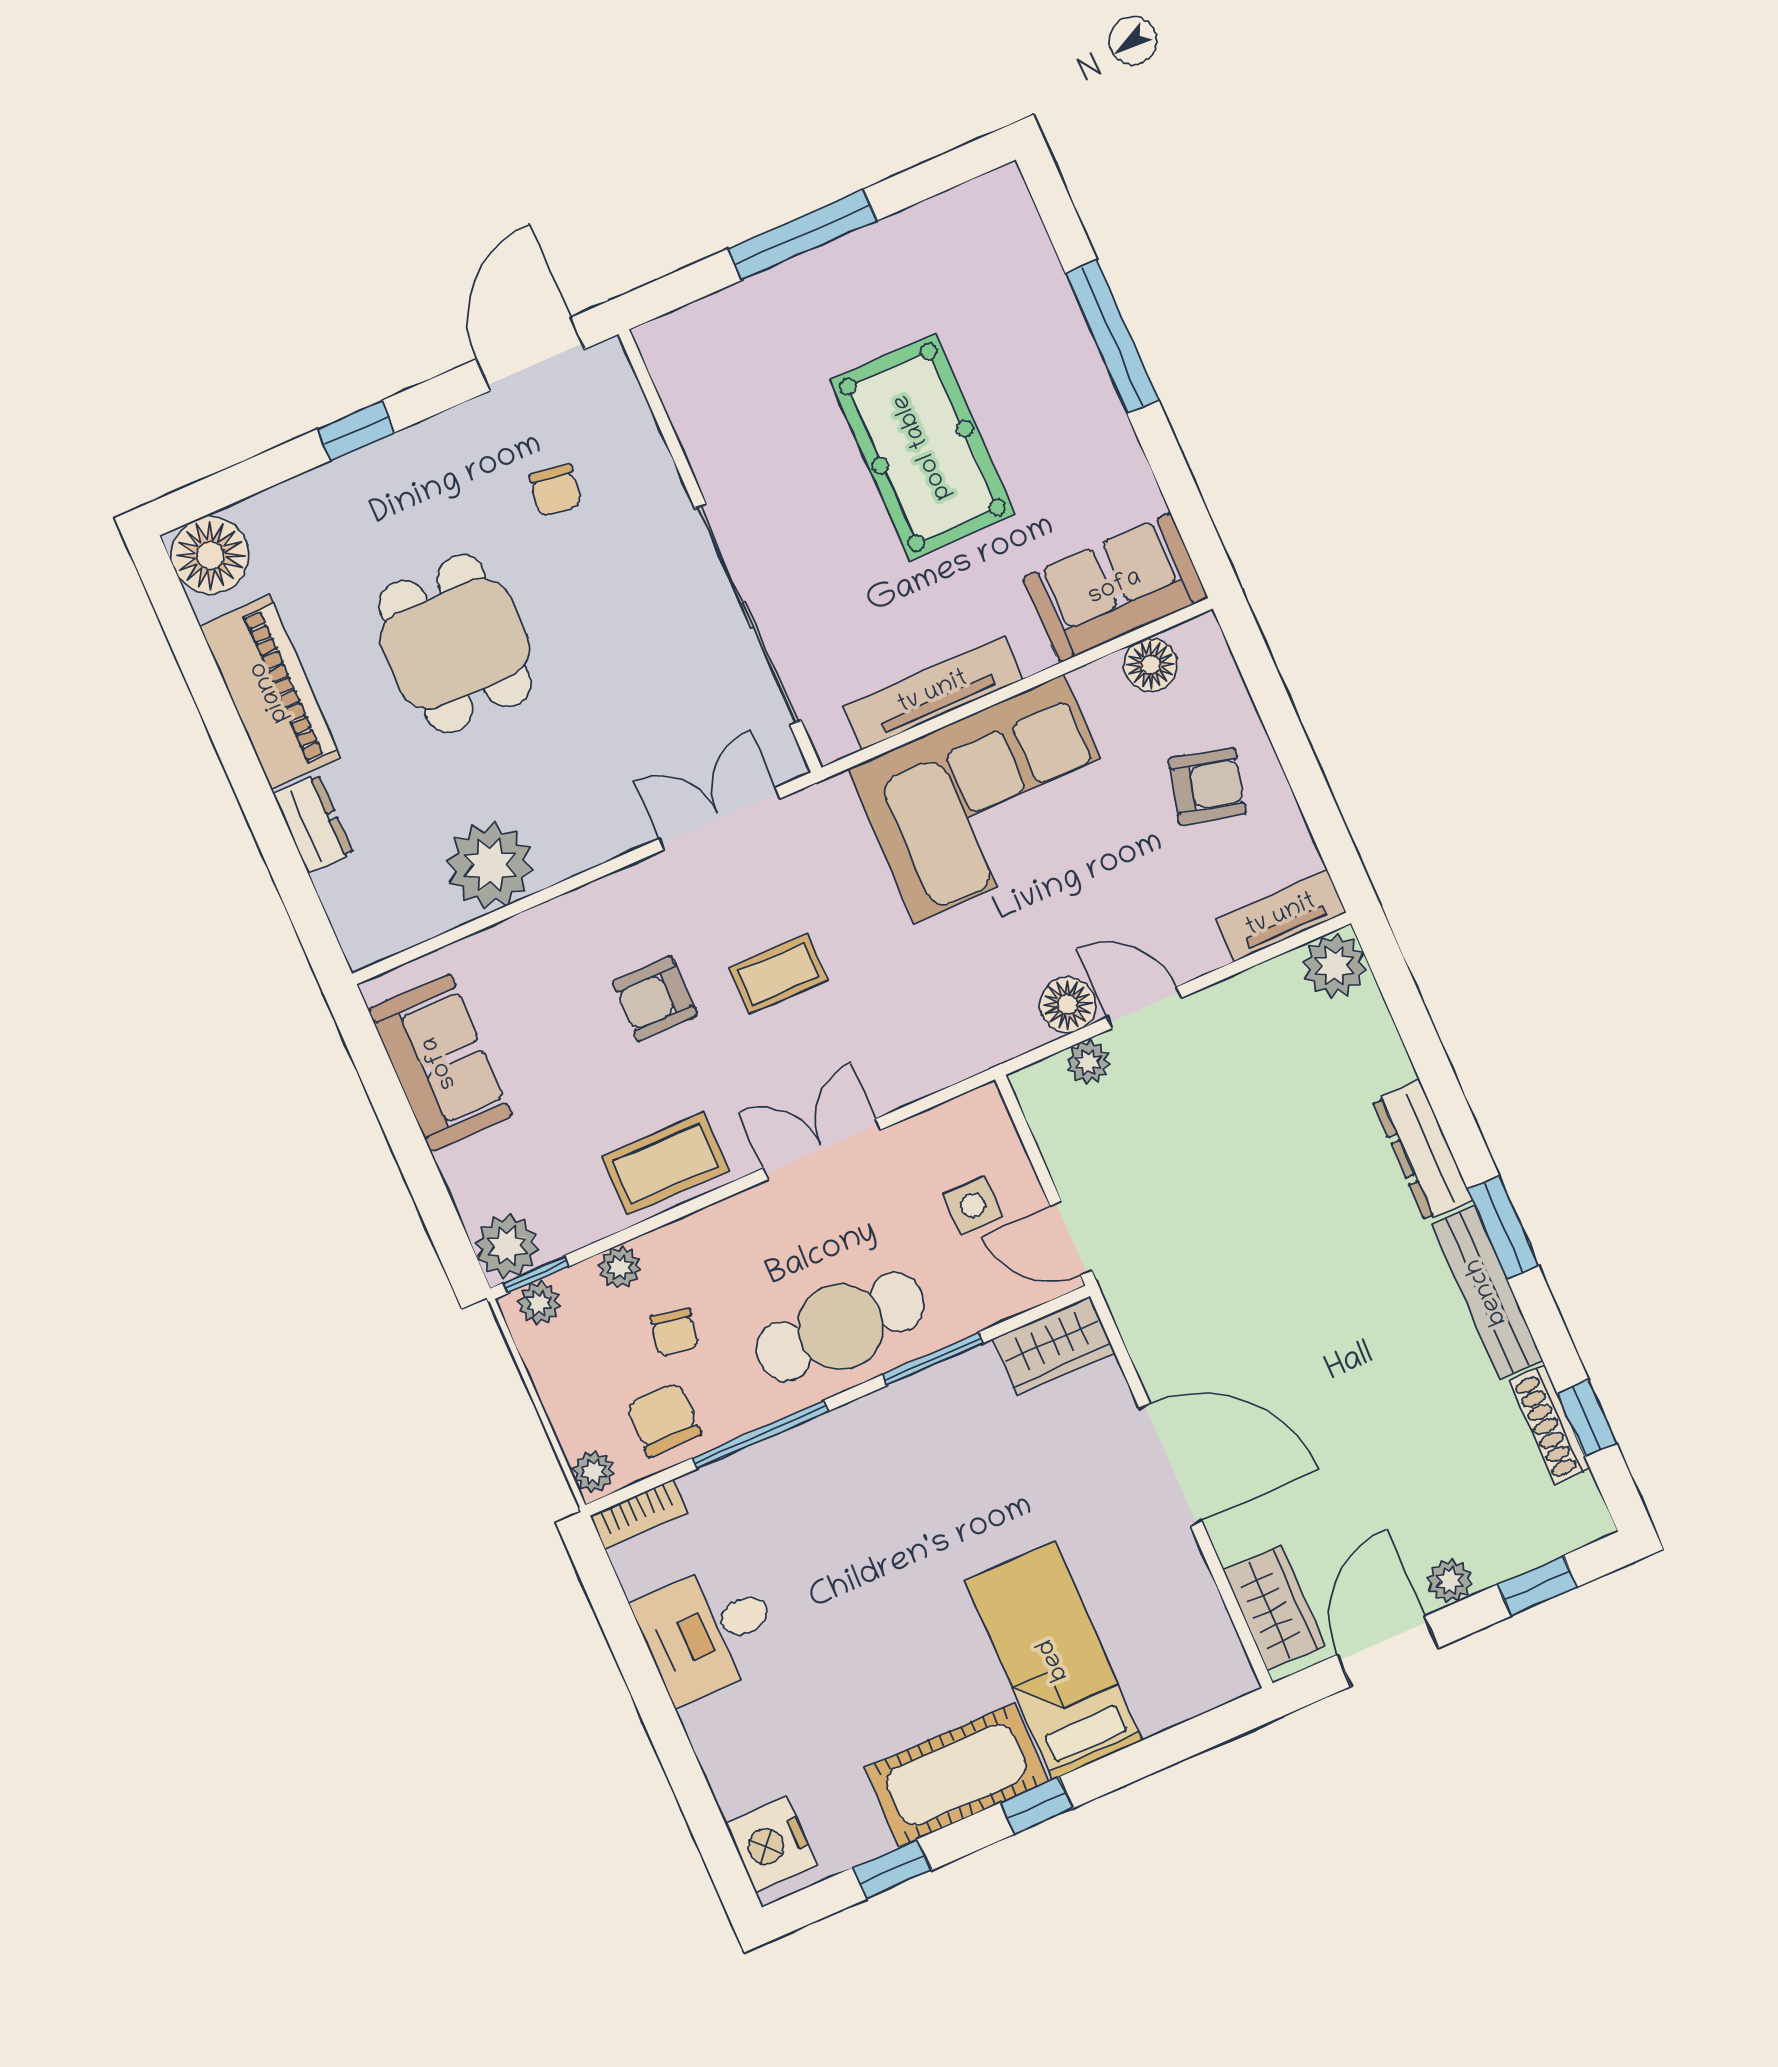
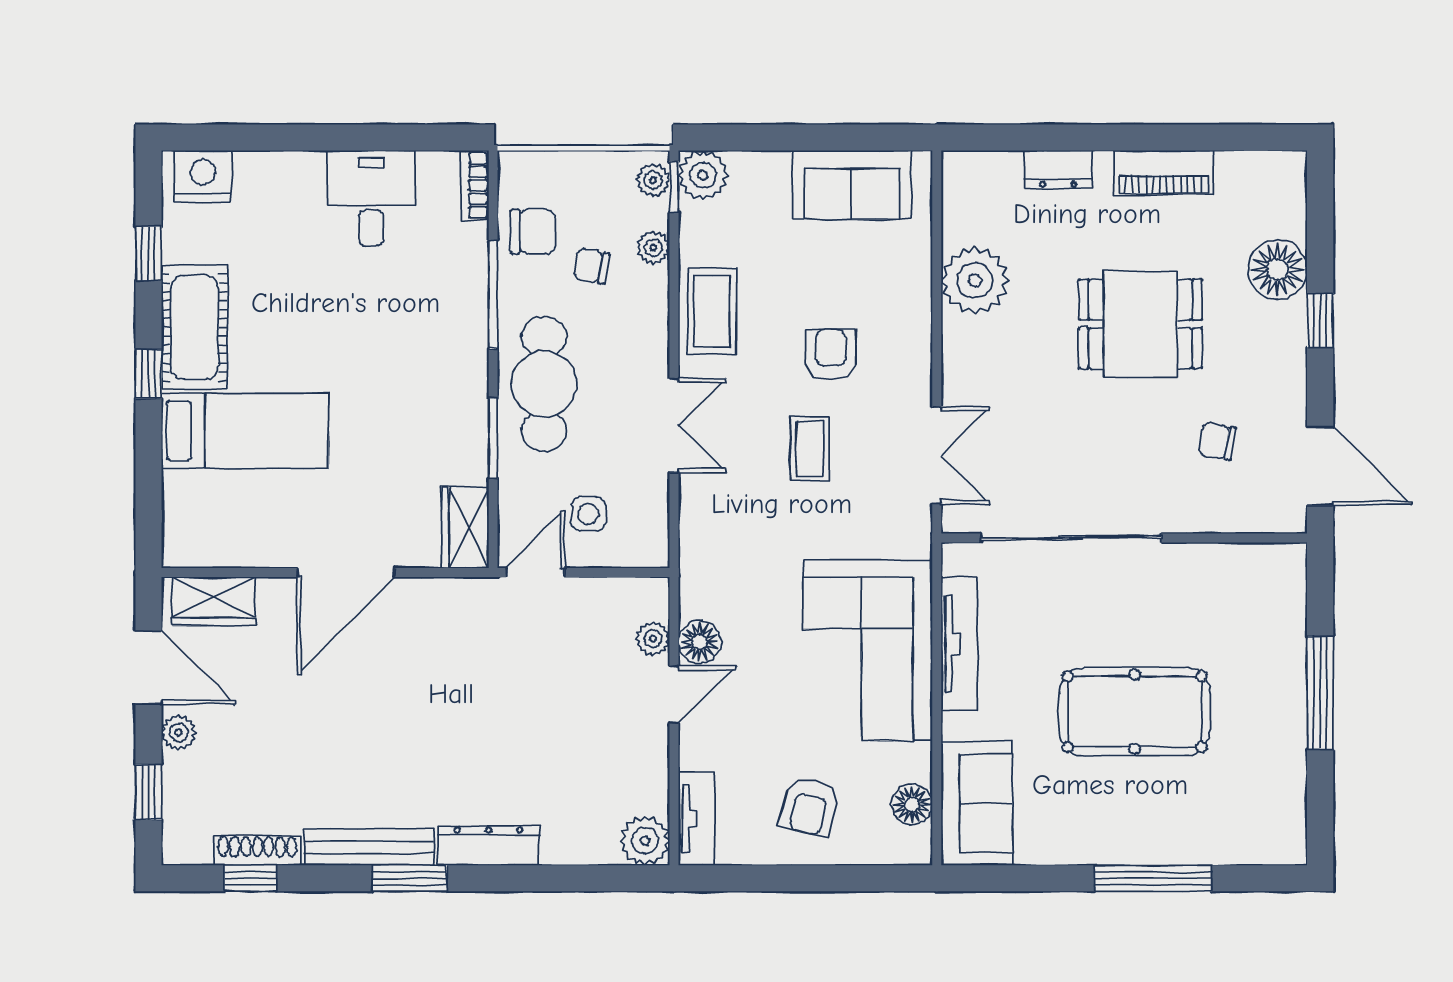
floor lamp: (210, 555) -> (1278, 269), moved
piano: (270, 692) -> (1163, 173), width x0.73, depth x0.75
plant: (593, 1472) -> (518, 166), removed

